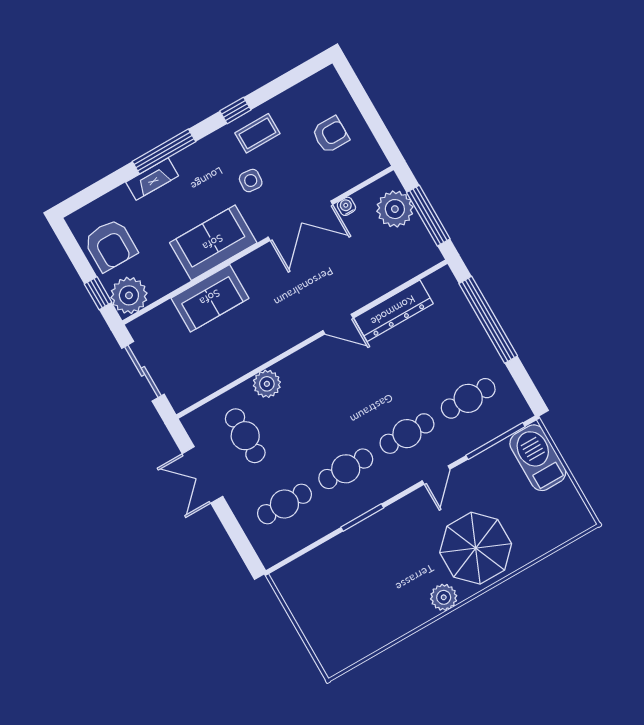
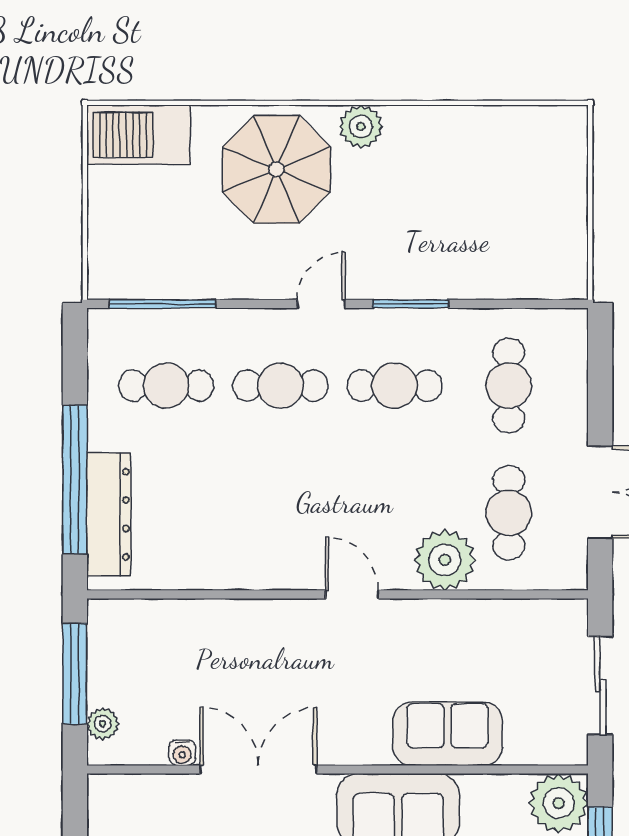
plant: (395, 209) -> (103, 724), width x0.53, depth x0.53
dresser: (393, 311) -> (109, 514), moved, turned 90
door: (338, 324) -> (352, 594), moved
plant: (267, 384) -> (445, 560), width x1.36, depth x1.36
barbecue: (538, 458) -> (138, 135), moved, turned 90
door: (436, 475) -> (321, 304), moved
cafe table: (284, 504) -> (509, 386), turned 90

